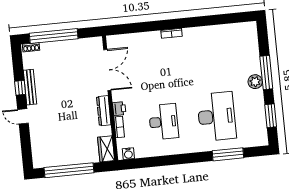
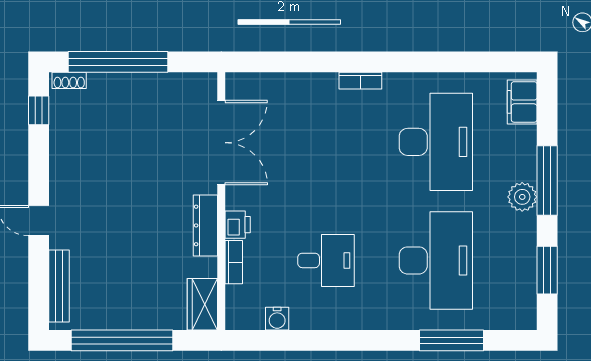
filing cabinet: (250, 36) -> (522, 102), added
desk: (211, 59) -> (436, 142), added
bench: (30, 87) -> (59, 286), moved
window: (20, 88) -> (39, 110), moved
desk: (164, 122) -> (326, 260), width x0.73
water cooler: (128, 154) -> (277, 319), moved

